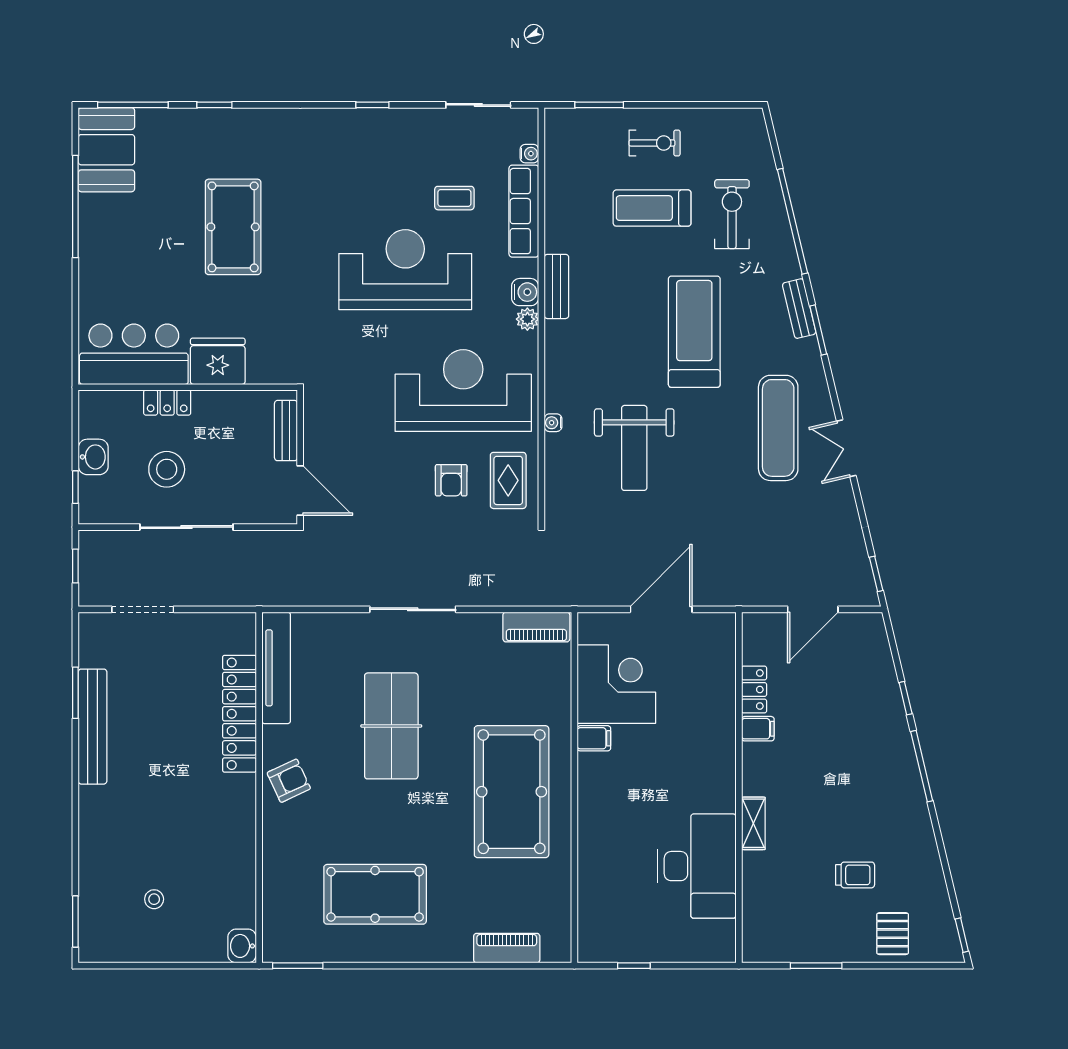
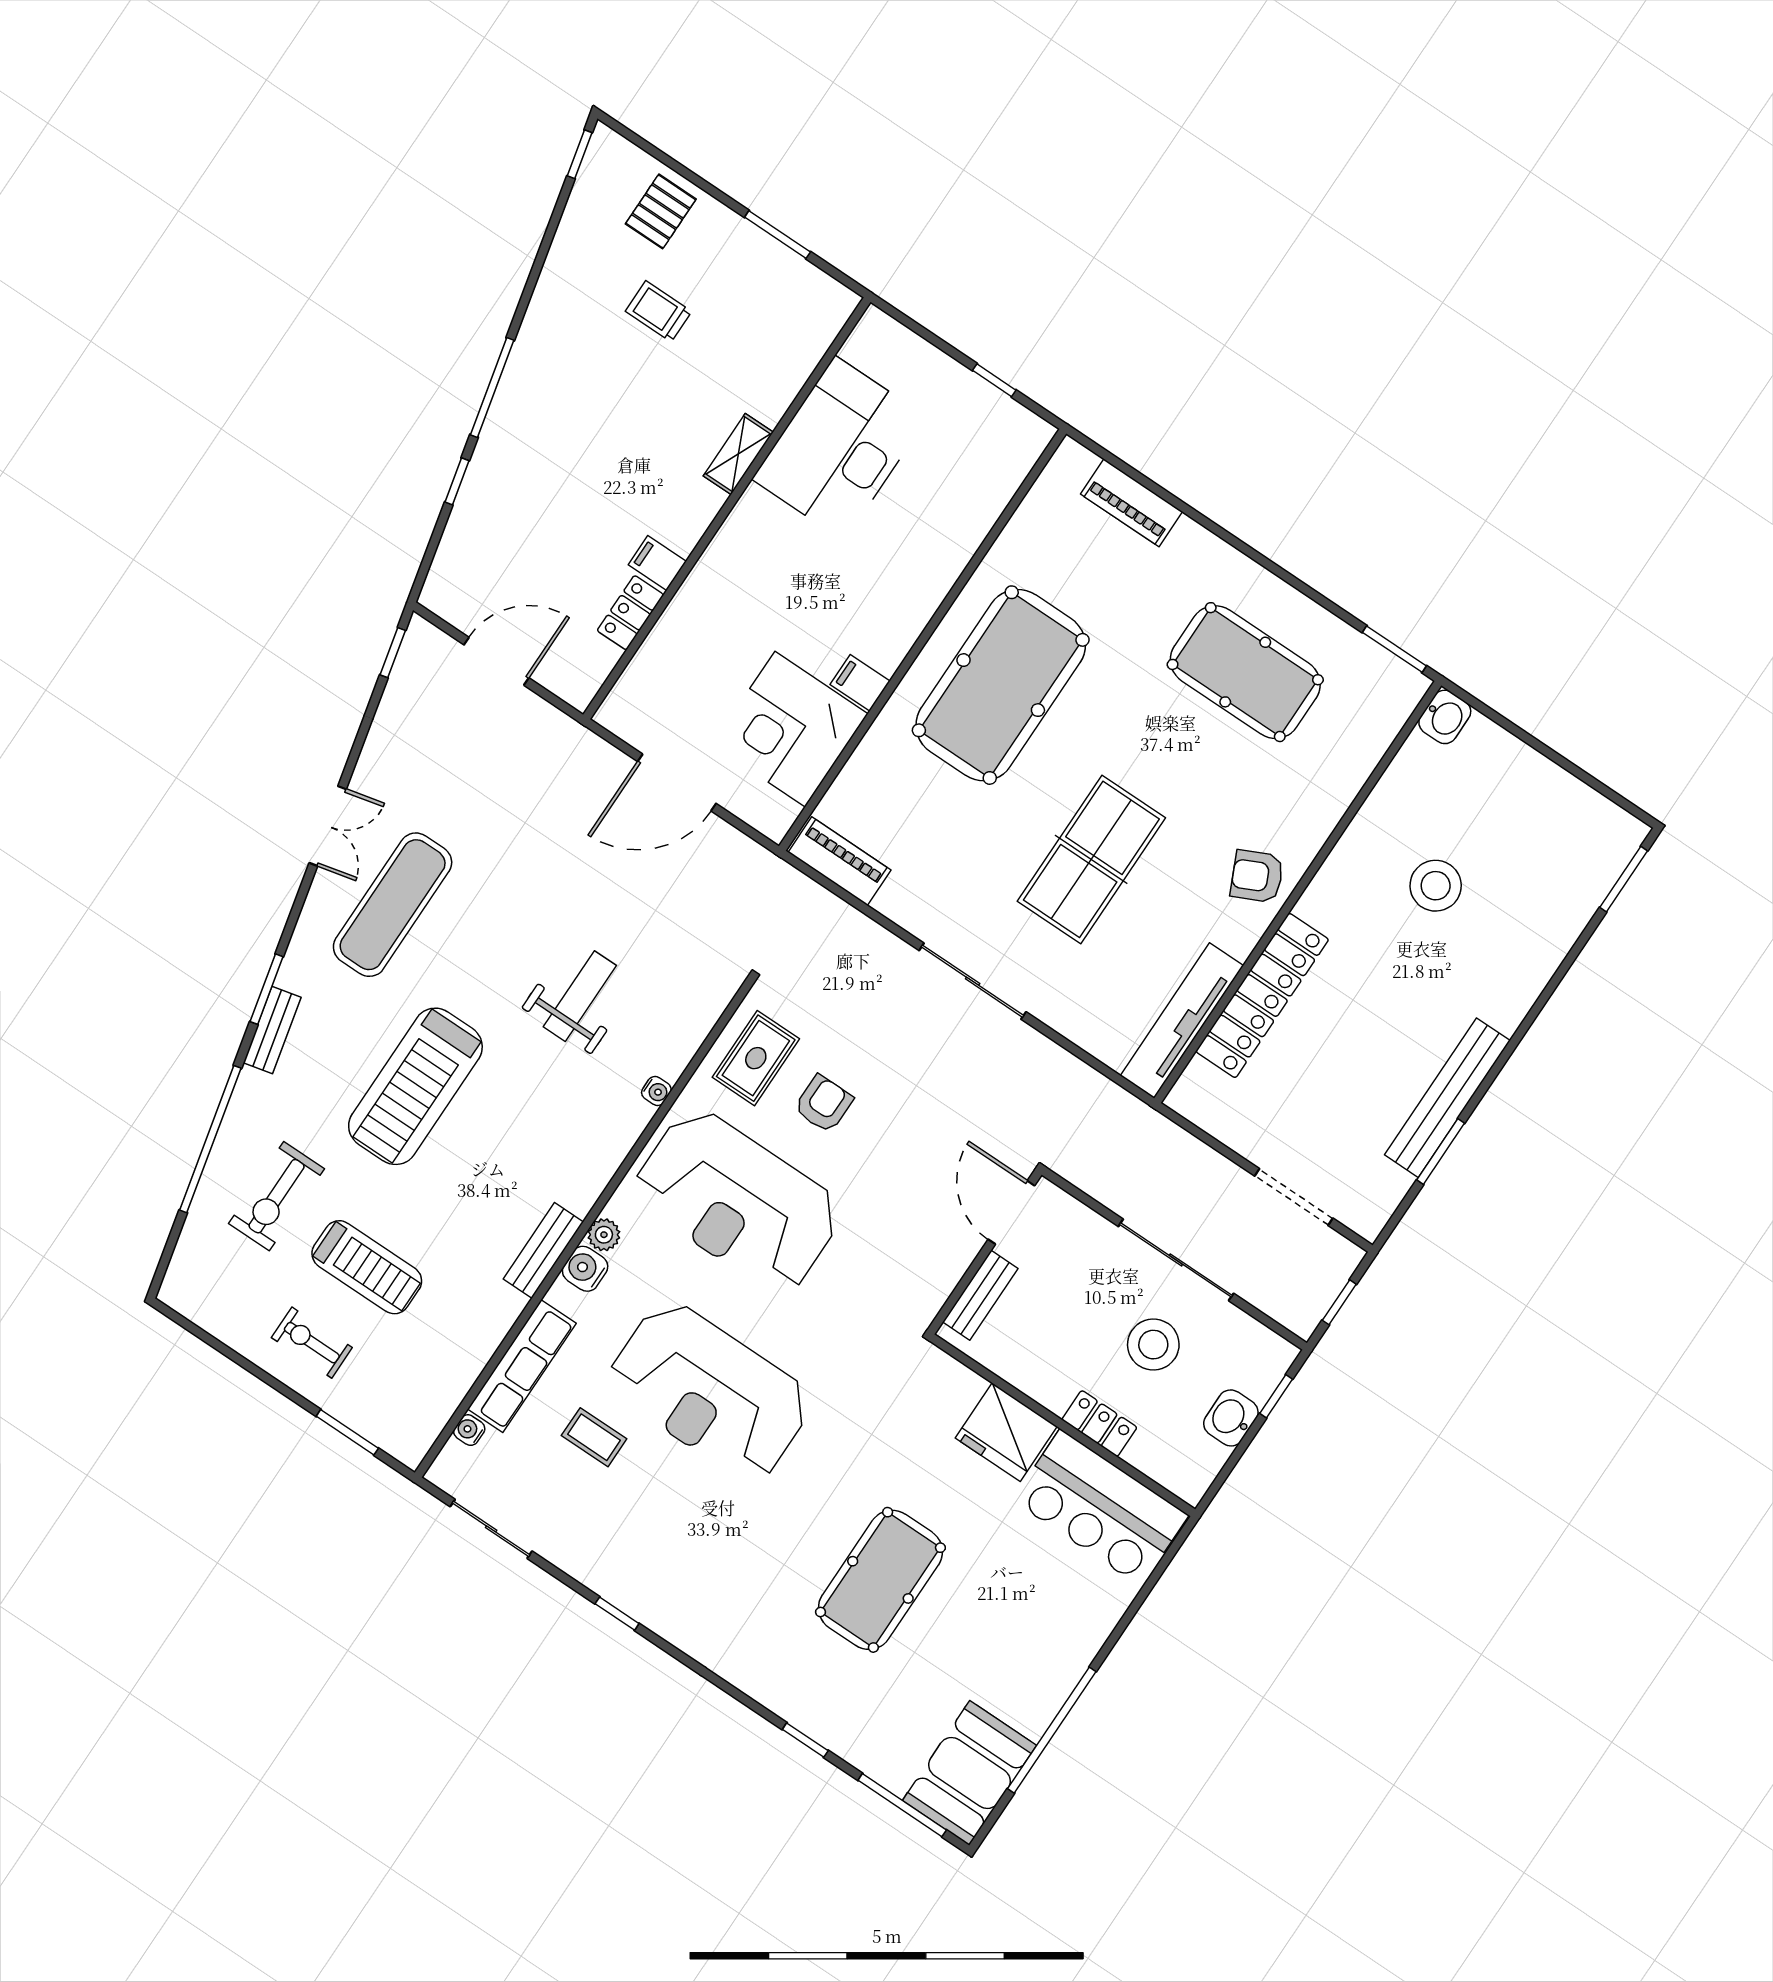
weight bench: (634, 448) -> (580, 996), width x0.73, depth x0.75
stool: (154, 899) -> (1436, 886), moved, width x1.89, depth x1.89

